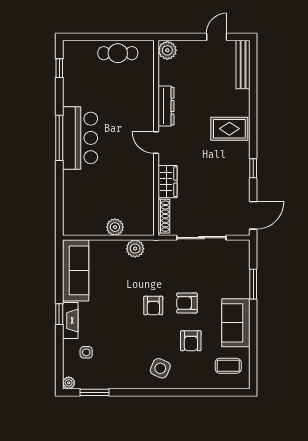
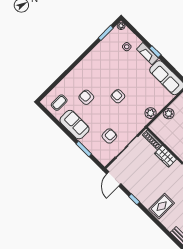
armchair: (187, 303) -> (109, 136), moved
side table: (160, 368) -> (88, 72), removed

